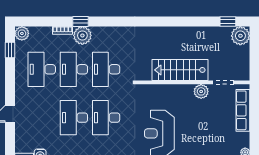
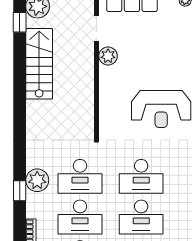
window: (80, 22) -> (20, 191), moved
plant: (82, 35) -> (37, 180), moved
stairs: (180, 70) -> (39, 64), moved, turned 180

